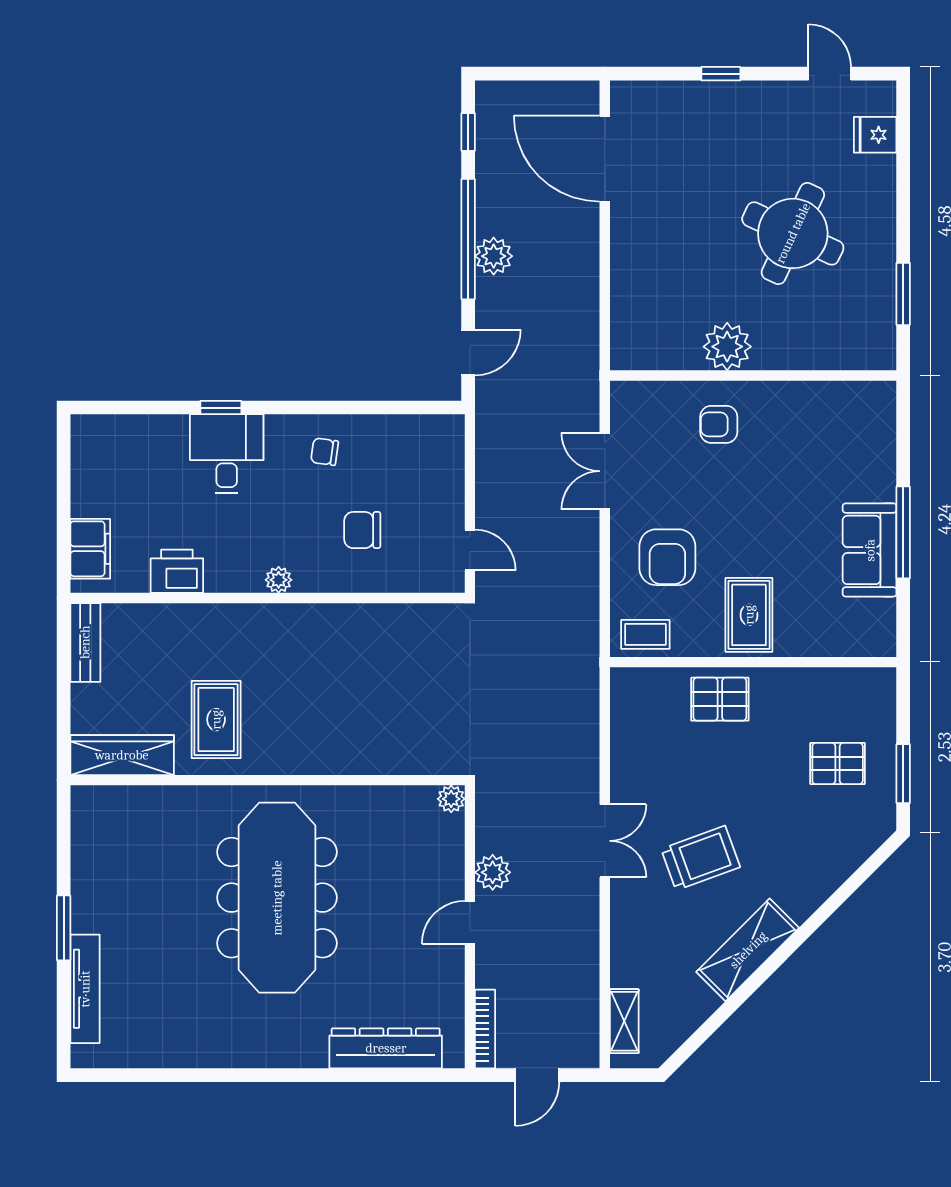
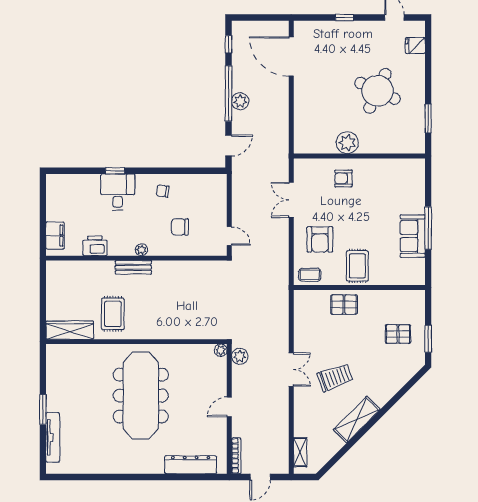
bench: (85, 642) -> (133, 267), moved, turned 90
plant: (493, 872) -> (240, 356), moved

